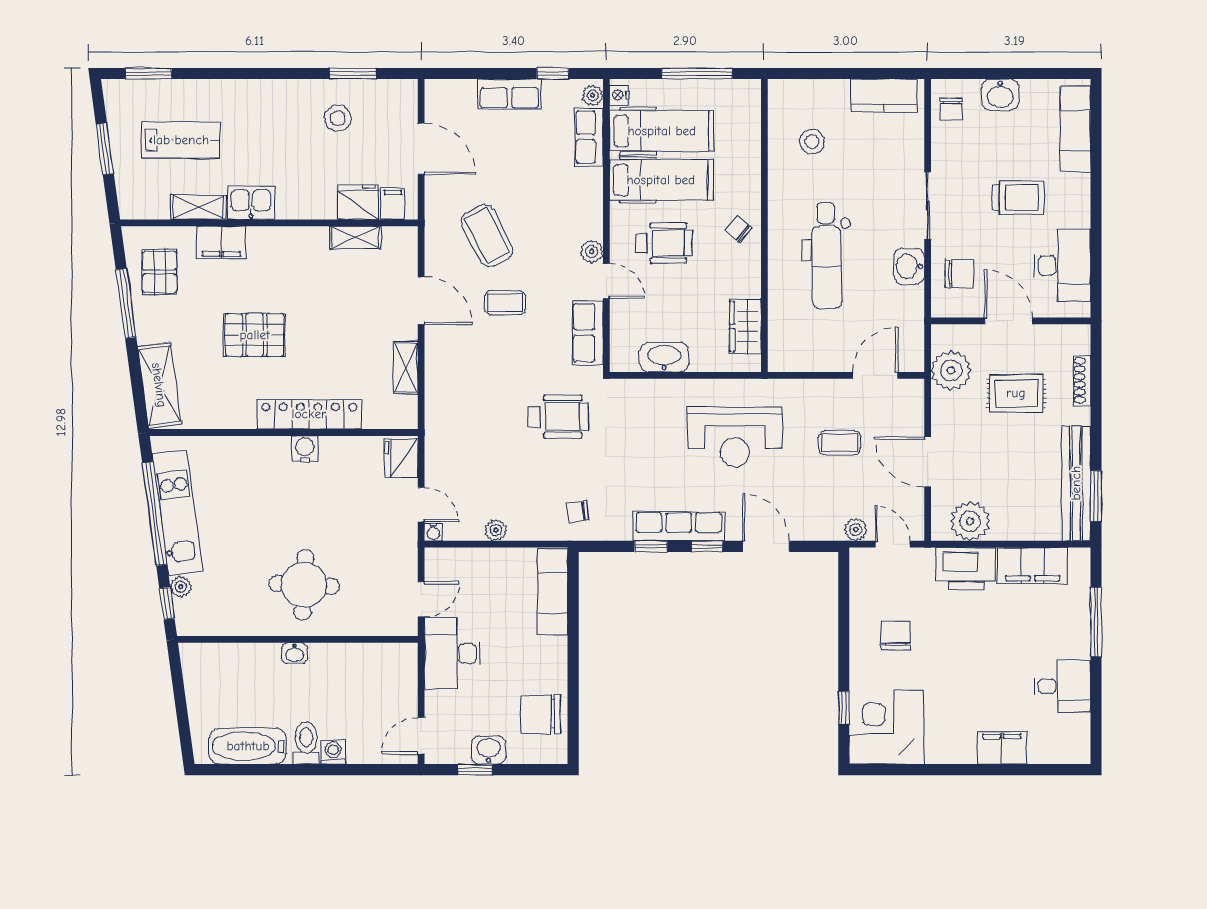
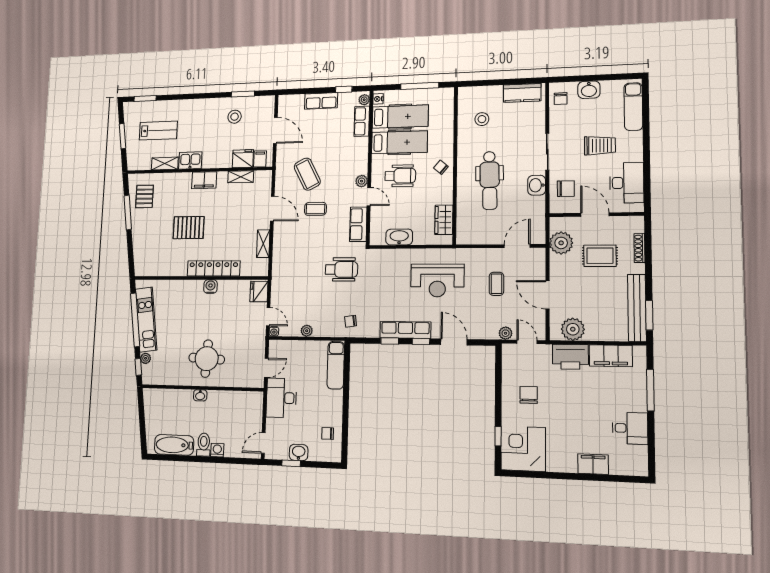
filing cabinet: (221, 242) -> (204, 180), moved
shelving: (159, 385) -> (141, 254), removed
coffee table: (840, 443) -> (496, 284), turned 90
chair: (541, 714) -> (328, 433), width x0.54, depth x0.54

